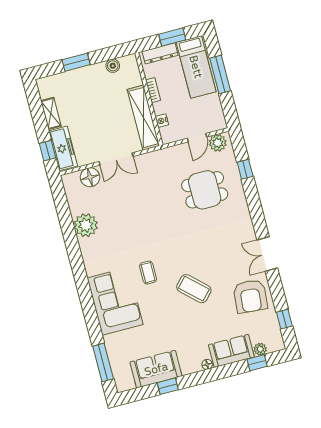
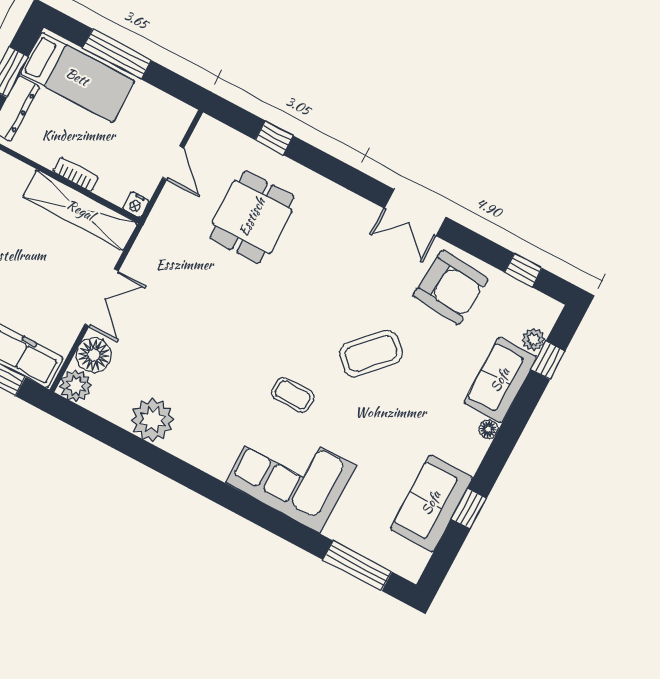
bookcase: (153, 90) -> (76, 174), moved
nightstand: (162, 121) -> (136, 205), moved
plant: (218, 143) -> (76, 386), moved

